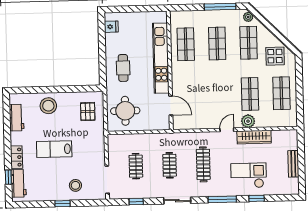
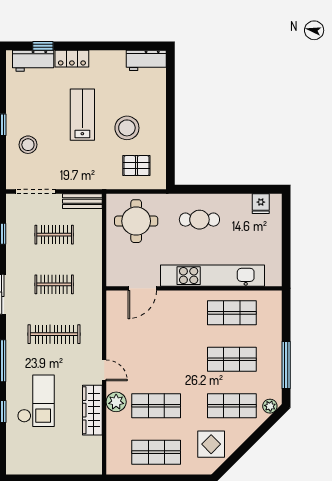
stool: (48, 106) -> (127, 128), moved
workbench: (17, 118) -> (146, 60), moved
bench: (293, 164) -> (82, 201), moved

